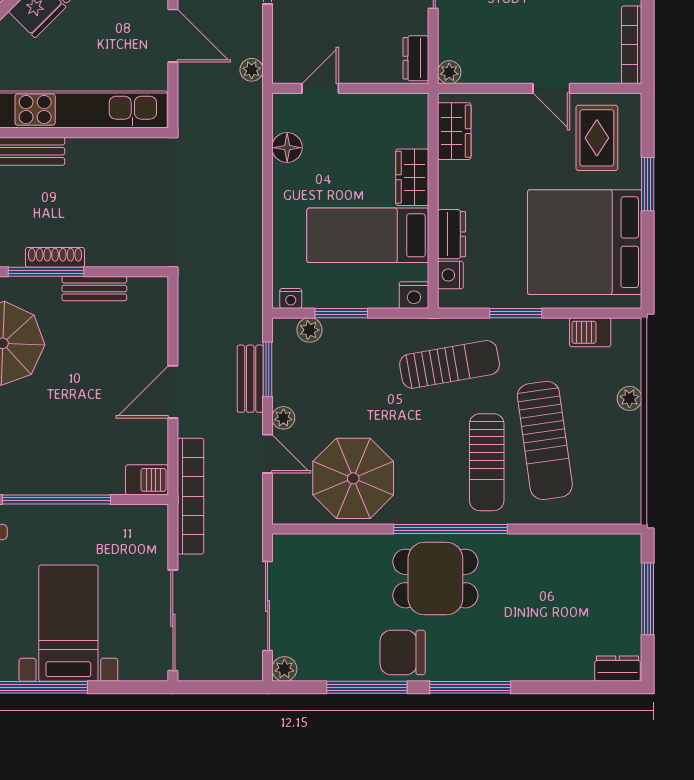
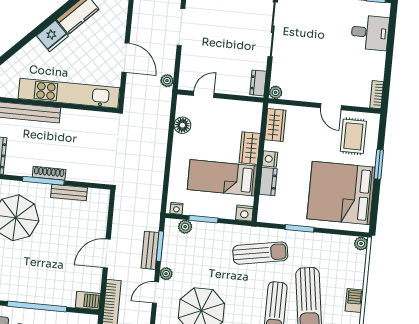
bookcase: (632, 45) -> (377, 95), width x0.64
nightstand: (450, 275) -> (270, 159), moved
barbecue: (590, 332) -> (354, 300), moved, turned 90
plant: (629, 398) -> (361, 244), moved
door: (268, 454) -> (155, 293), swing flipped

